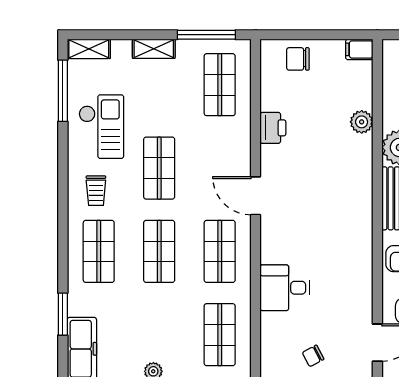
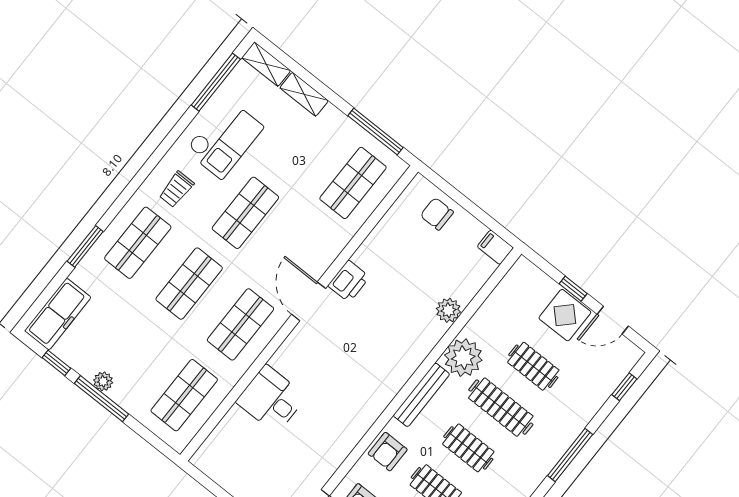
shelving: (154, 49) -> (304, 94), moved
printer: (273, 128) -> (349, 281), moved
window: (63, 314) -> (85, 246), moved
chair: (313, 356) -> (249, 476), removed

